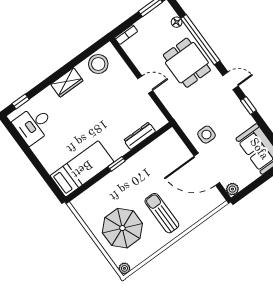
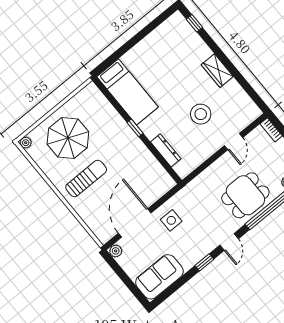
stool: (98, 64) -> (201, 114), moved
door: (145, 85) -> (234, 142), moved
desk: (34, 125) -> (171, 38), removed

